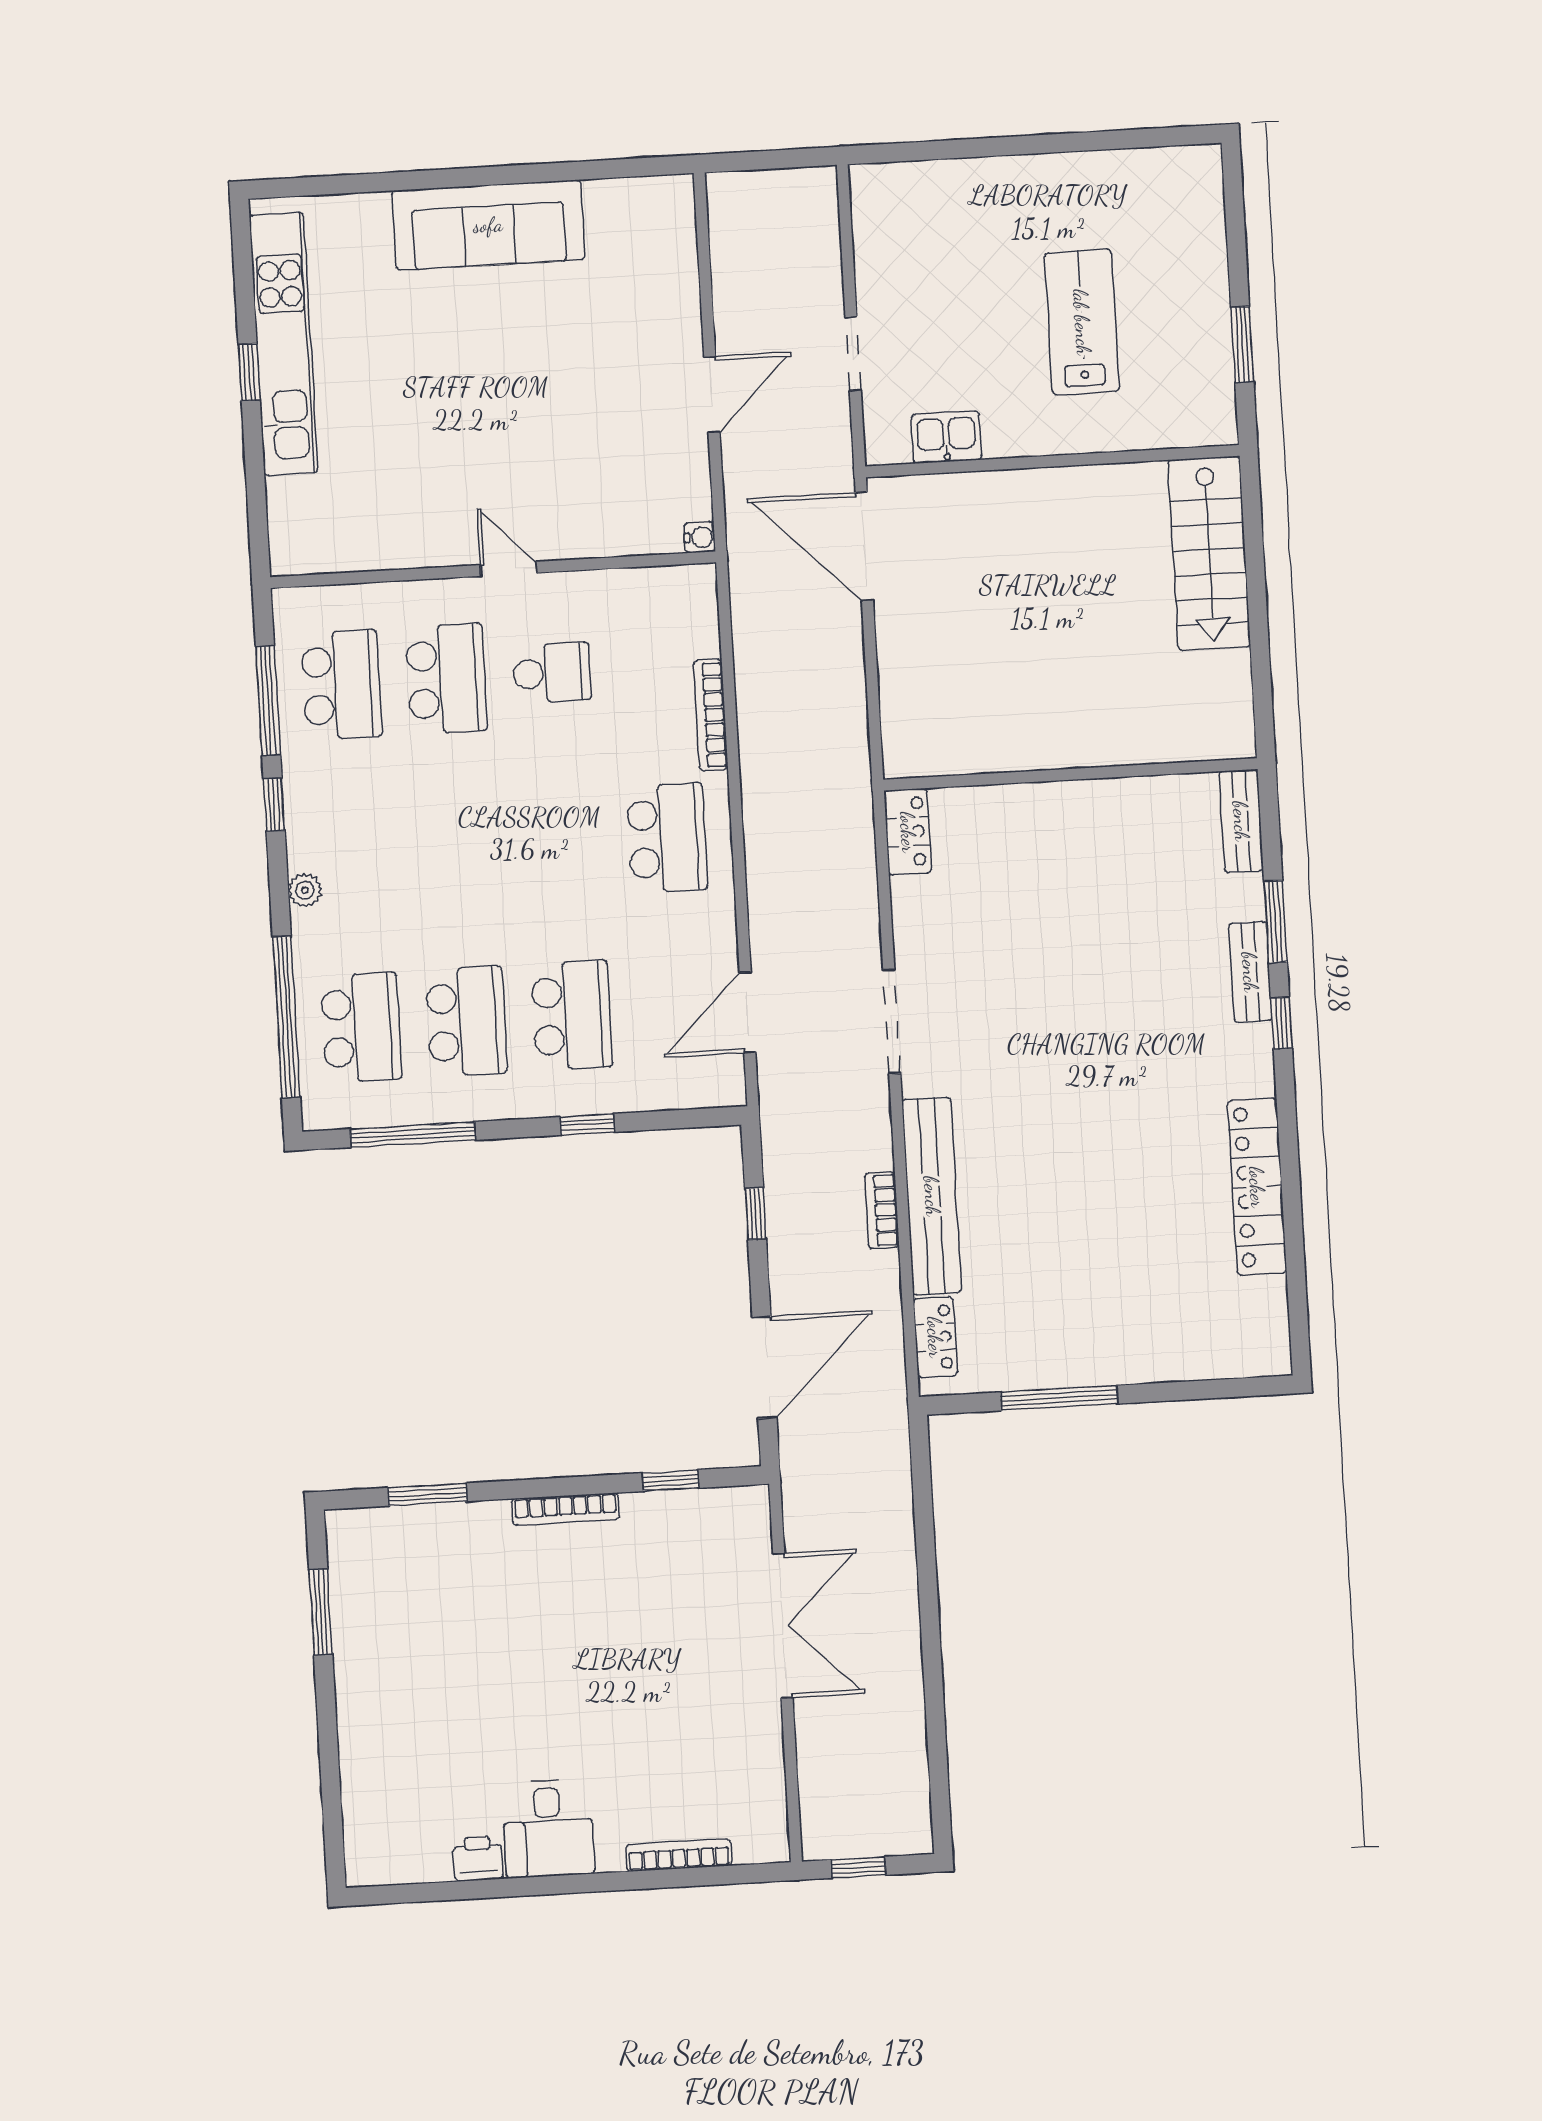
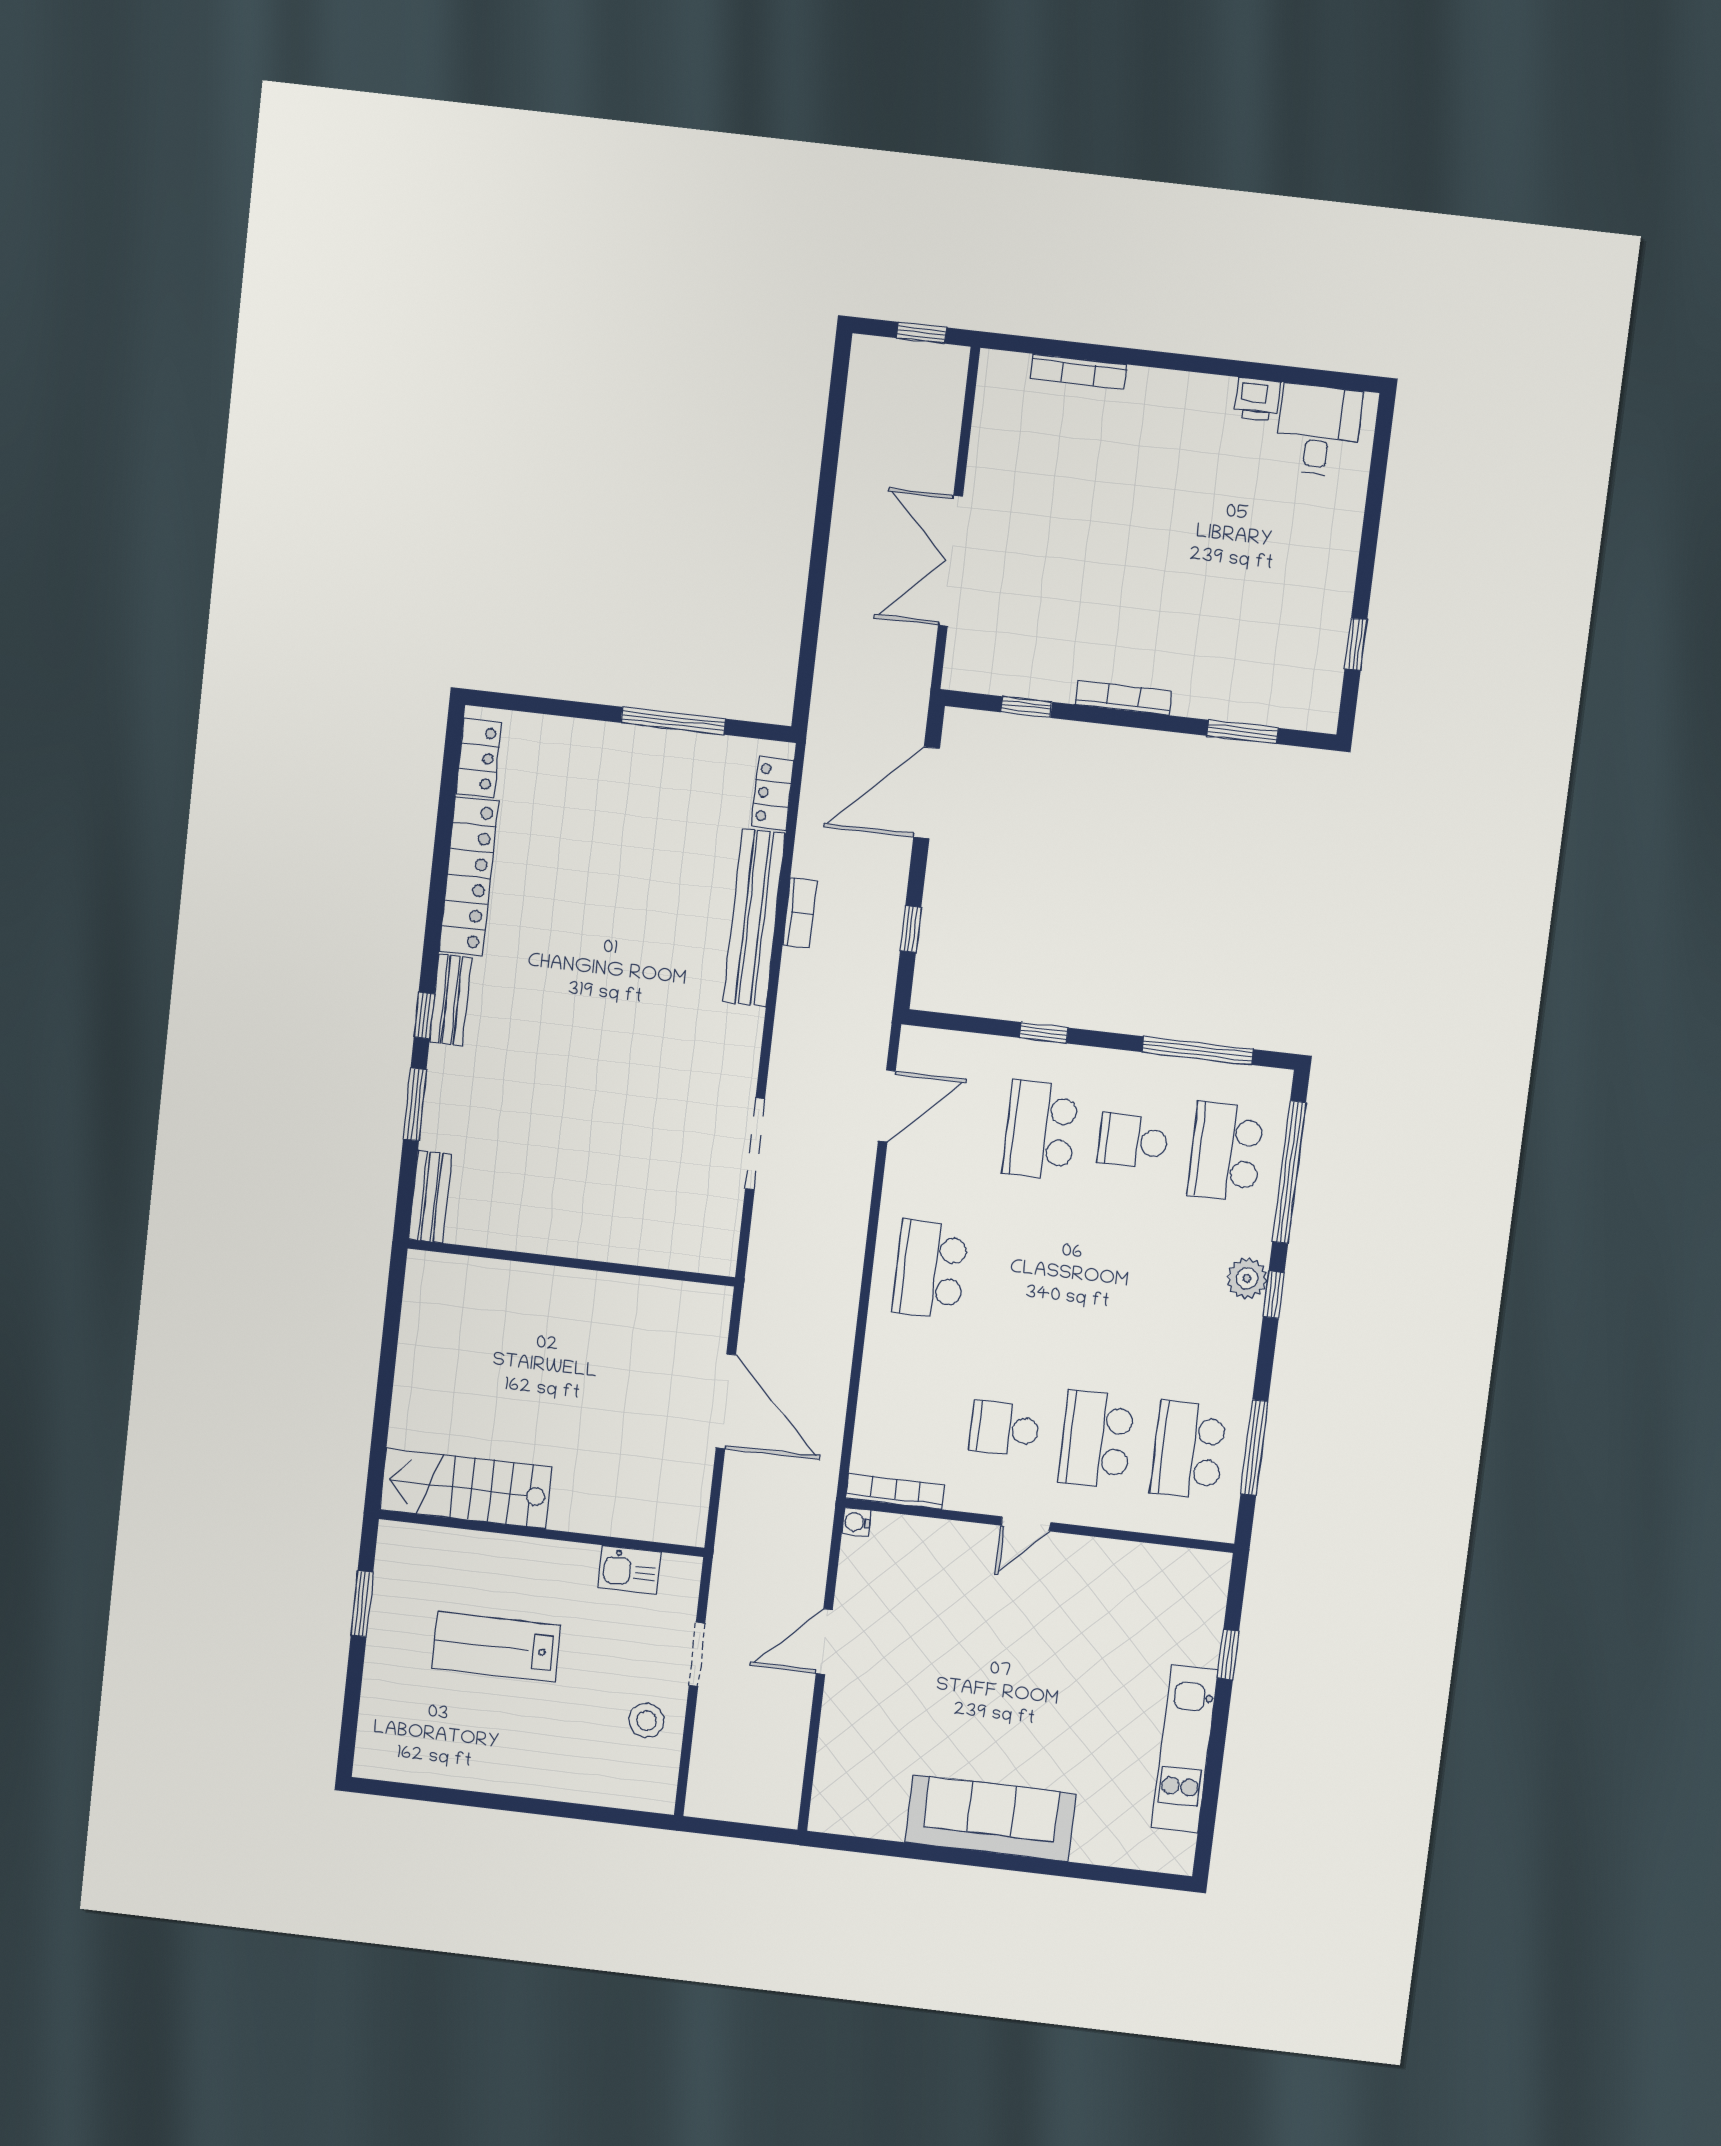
stool: (897, 268) -> (646, 1720), added
lab bench: (1082, 322) -> (496, 1647), turned 90
kitchen unit: (284, 344) -> (1185, 1749), width x0.73
window: (249, 372) -> (1228, 1655), moved
door: (864, 546) -> (726, 1401), moved
stairs: (1209, 553) -> (466, 1488), moved, turned -90
door: (509, 569) -> (1026, 1524), hinge flipped
bookcase: (711, 715) -> (895, 1492), moved, turned -90
window: (274, 805) -> (1274, 1295), moved
locker: (908, 832) -> (479, 758), moved, turned 180
plant: (305, 890) -> (1247, 1278), width x1.38, depth x1.38
bench: (1250, 972) -> (451, 1000), moved
school desk: (466, 1021) -> (1133, 1141), width x0.54
doorway: (892, 1021) -> (755, 1144), moved
window: (321, 1612) -> (1356, 644), width x0.67
desk: (548, 1828) -> (1319, 430), moved

